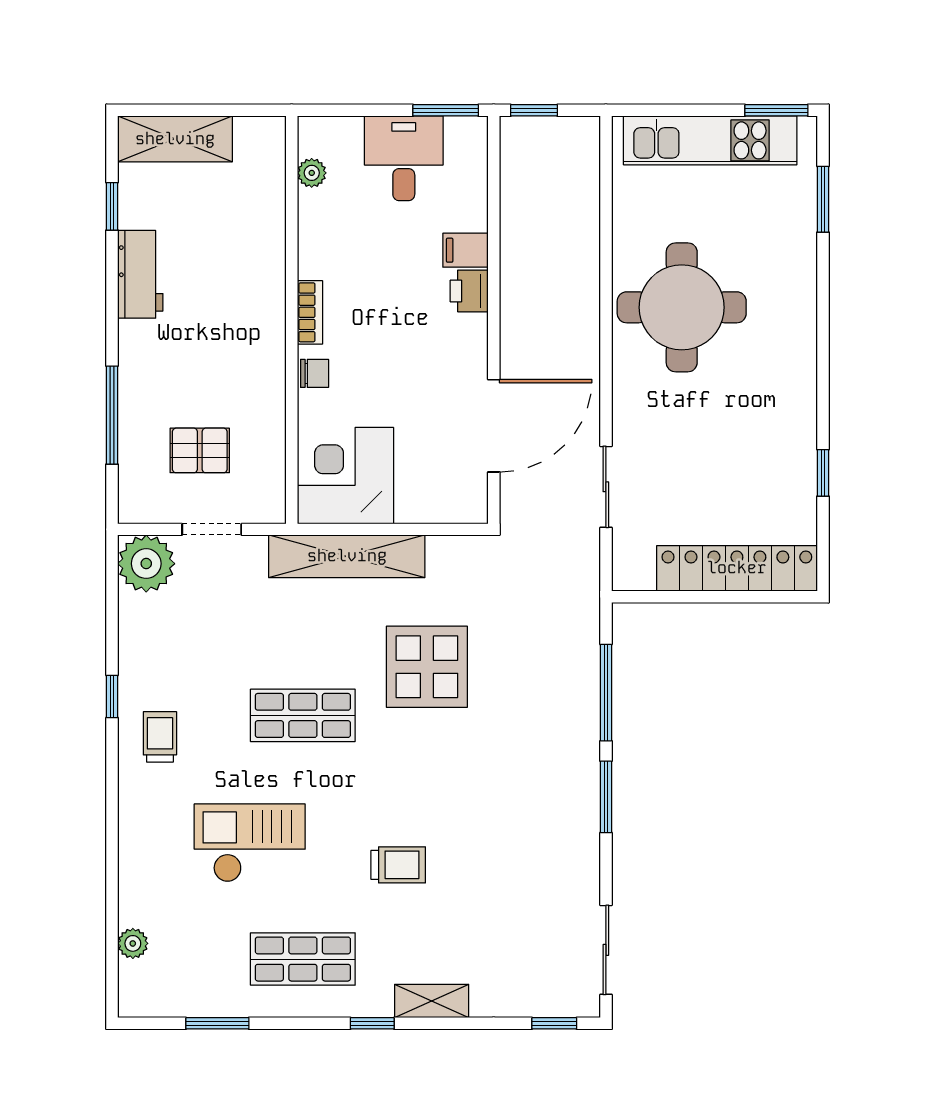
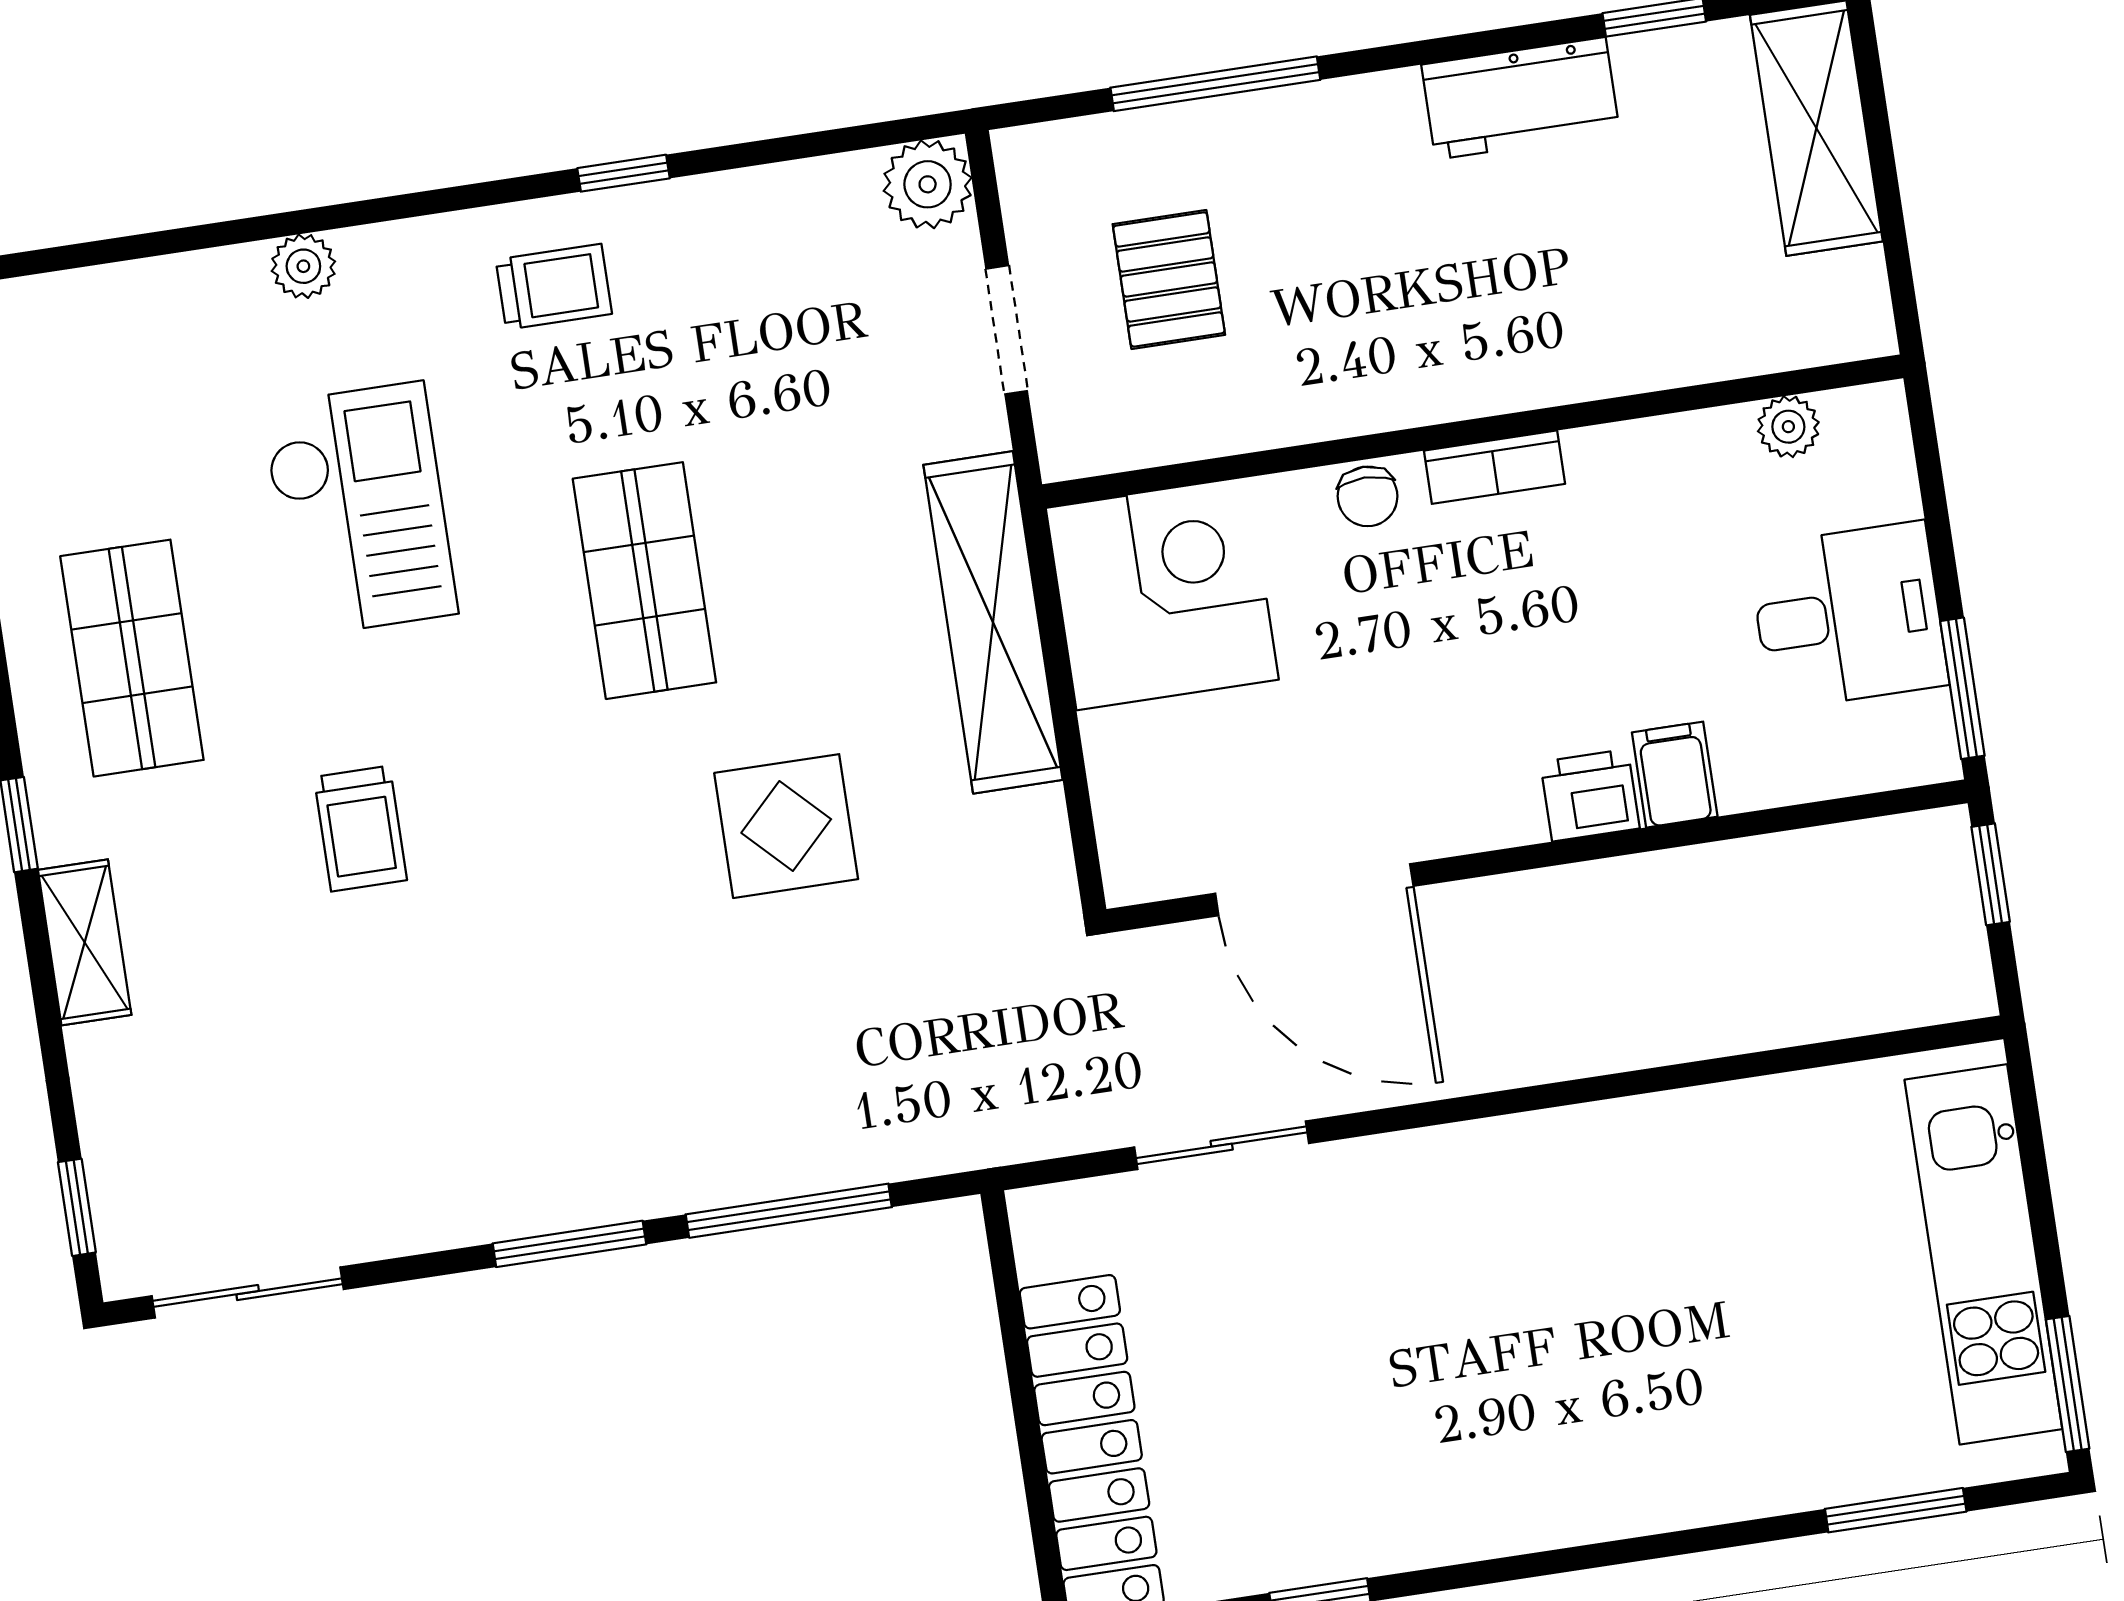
round table: (682, 307) -> (1623, 1248), removed
plant: (146, 564) -> (928, 184), width x0.73, depth x0.73
display table: (427, 667) -> (786, 826), width x0.73, depth x0.73
plant: (133, 943) -> (303, 266), moved

